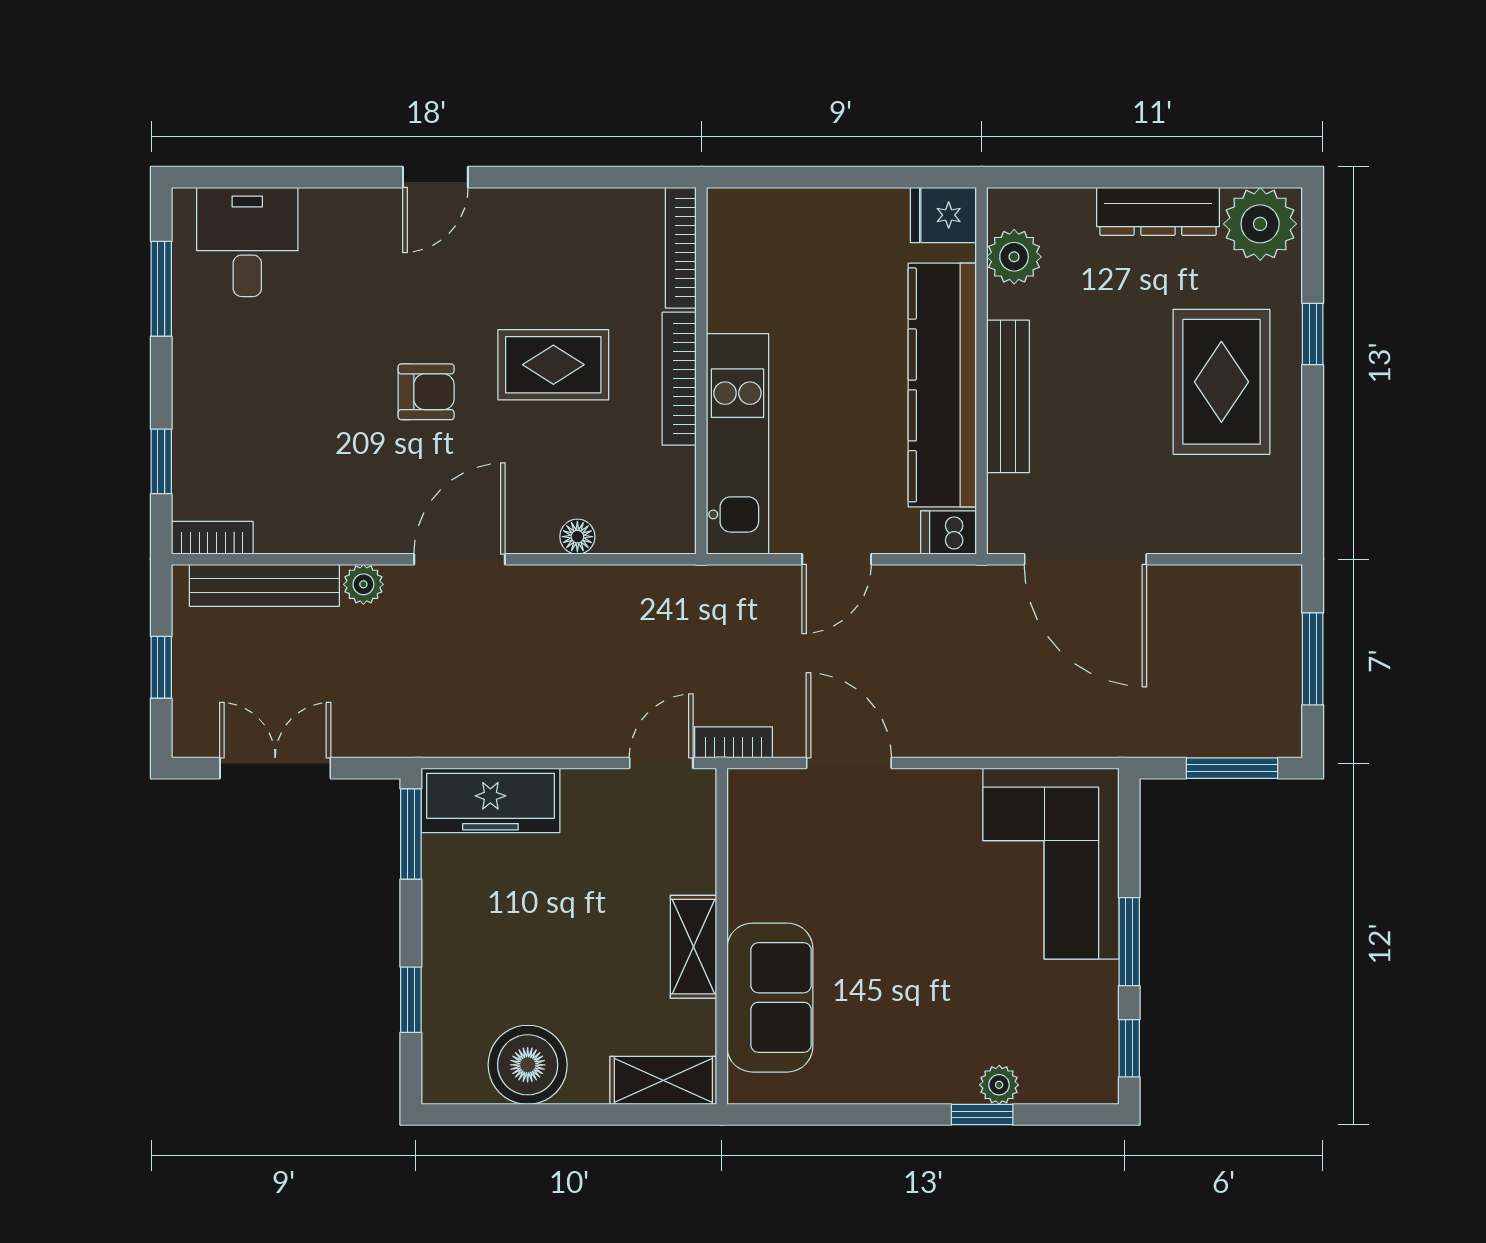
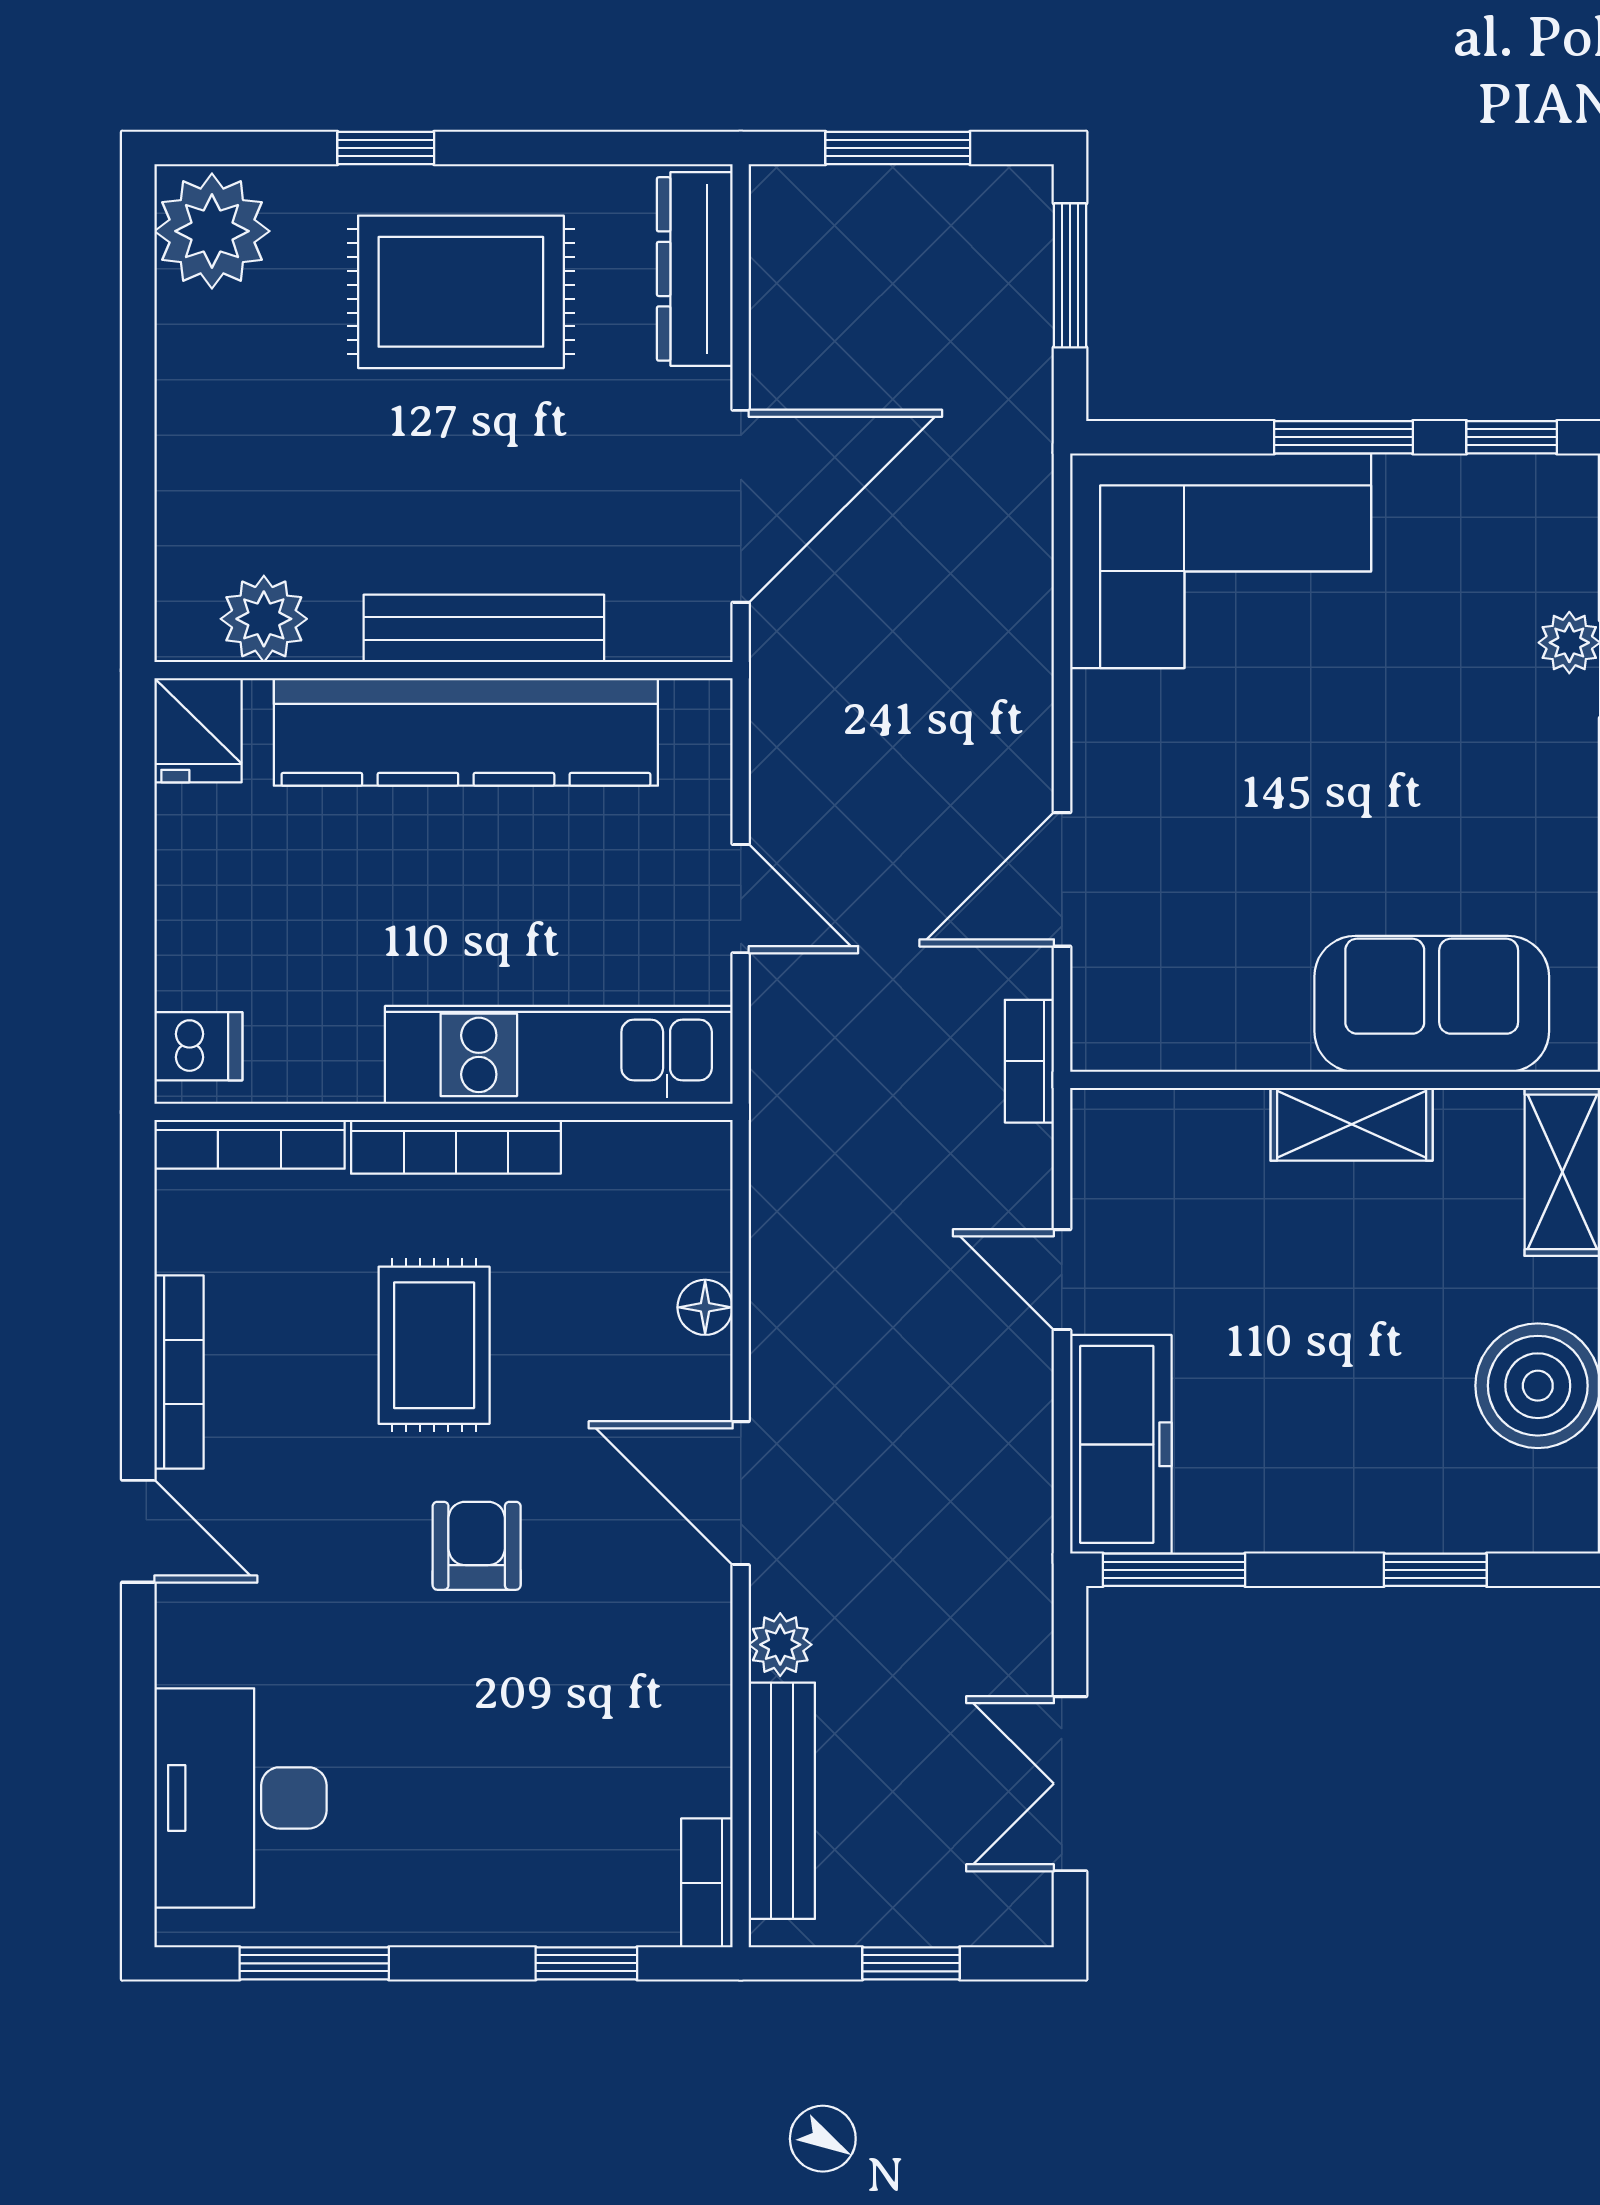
bookcase: (536, 203) -> (179, 1372), added
dresser: (1158, 211) -> (695, 269), moved, turned 180
desk: (247, 242) -> (240, 1798), width x1.37
dishwasher: (949, 532) -> (198, 1046), moved, turned -90
door: (661, 763) -> (1062, 1280), moved

